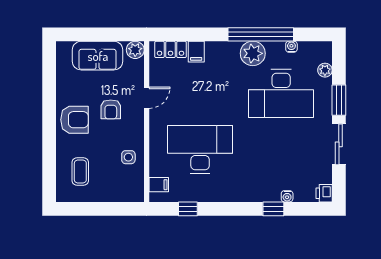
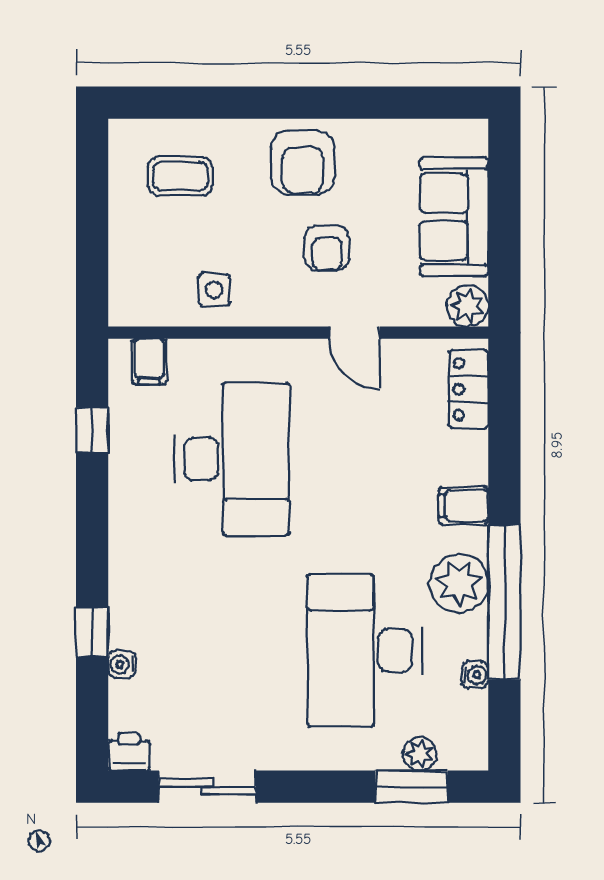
filing cabinet: (196, 52) -> (463, 506), moved
window: (339, 100) -> (412, 787), moved
armchair: (111, 109) -> (327, 248), turned -90
sliding door: (339, 144) -> (207, 787), moved

